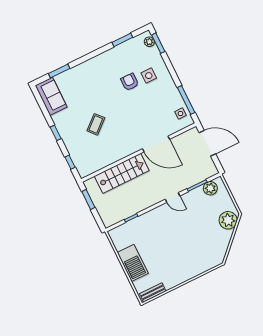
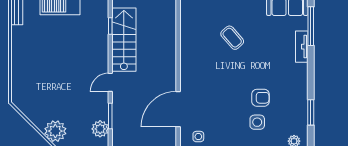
tv unit: (77, 70) -> (302, 47), added
window: (59, 71) -> (311, 26), width x1.44
door: (156, 144) -> (178, 109), moved
stairs: (122, 173) -> (124, 40), moved, turned 180

